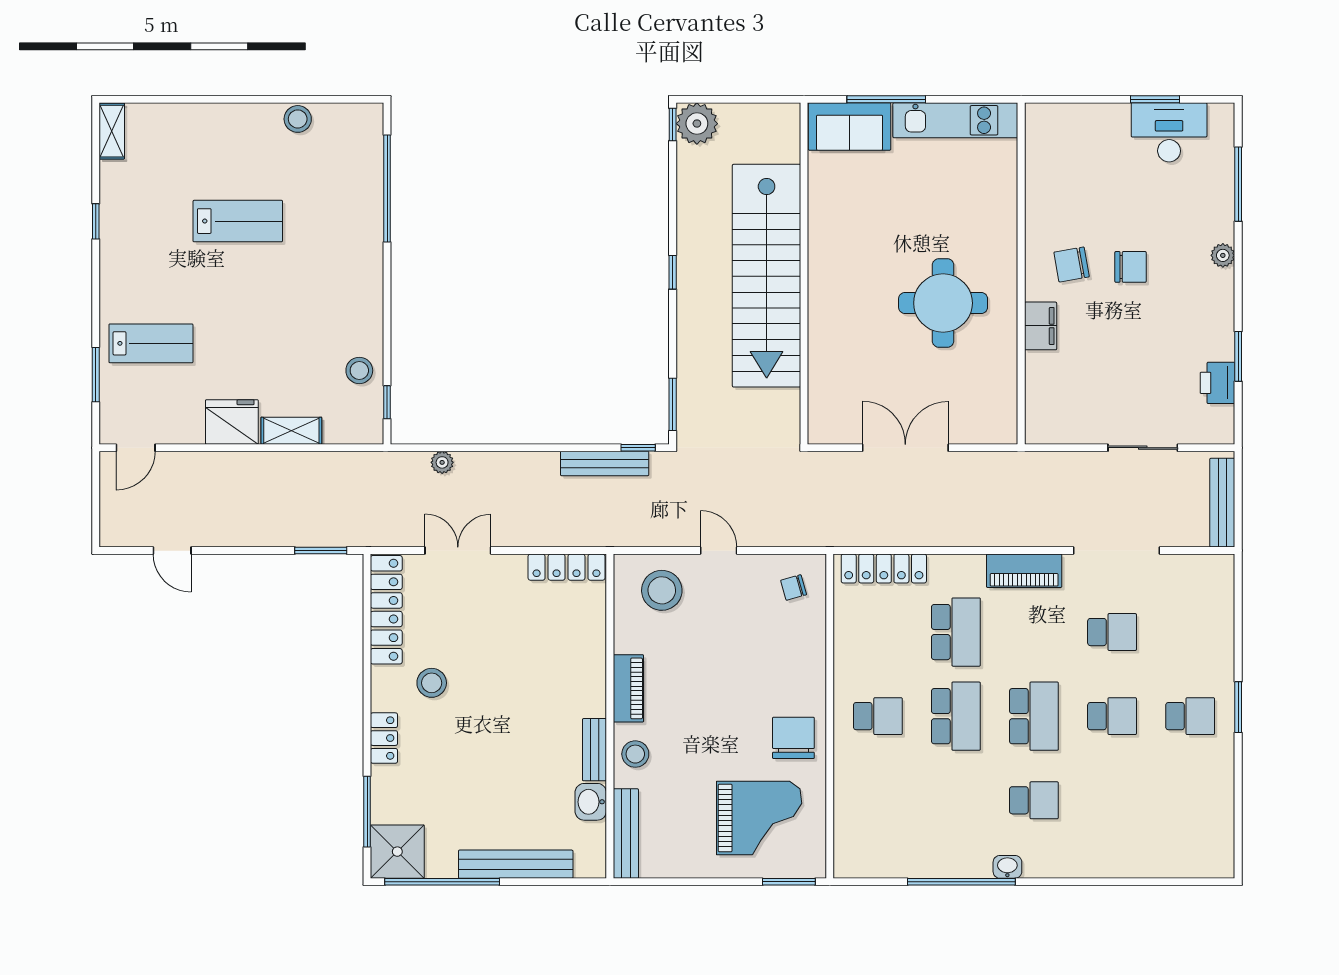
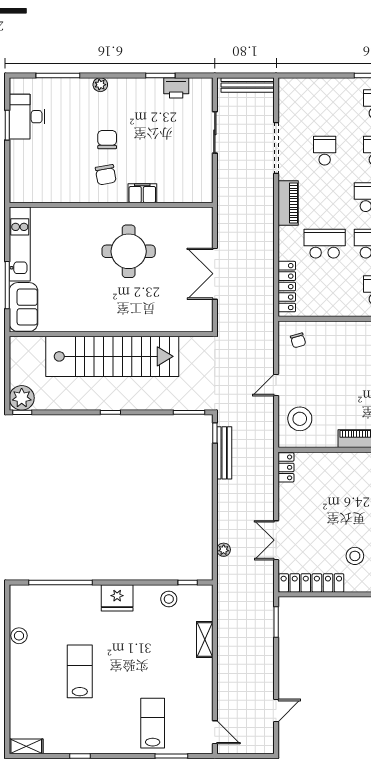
fridge: (232, 422) -> (117, 598), moved, turned -90
locker: (566, 567) -> (286, 467), width x0.66

